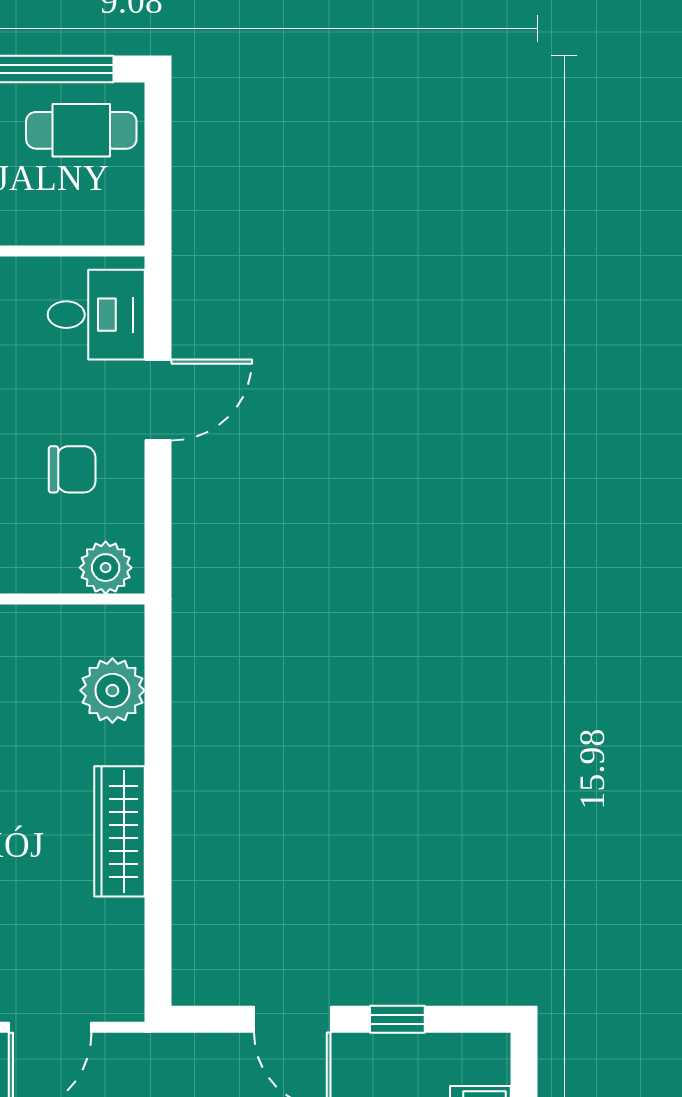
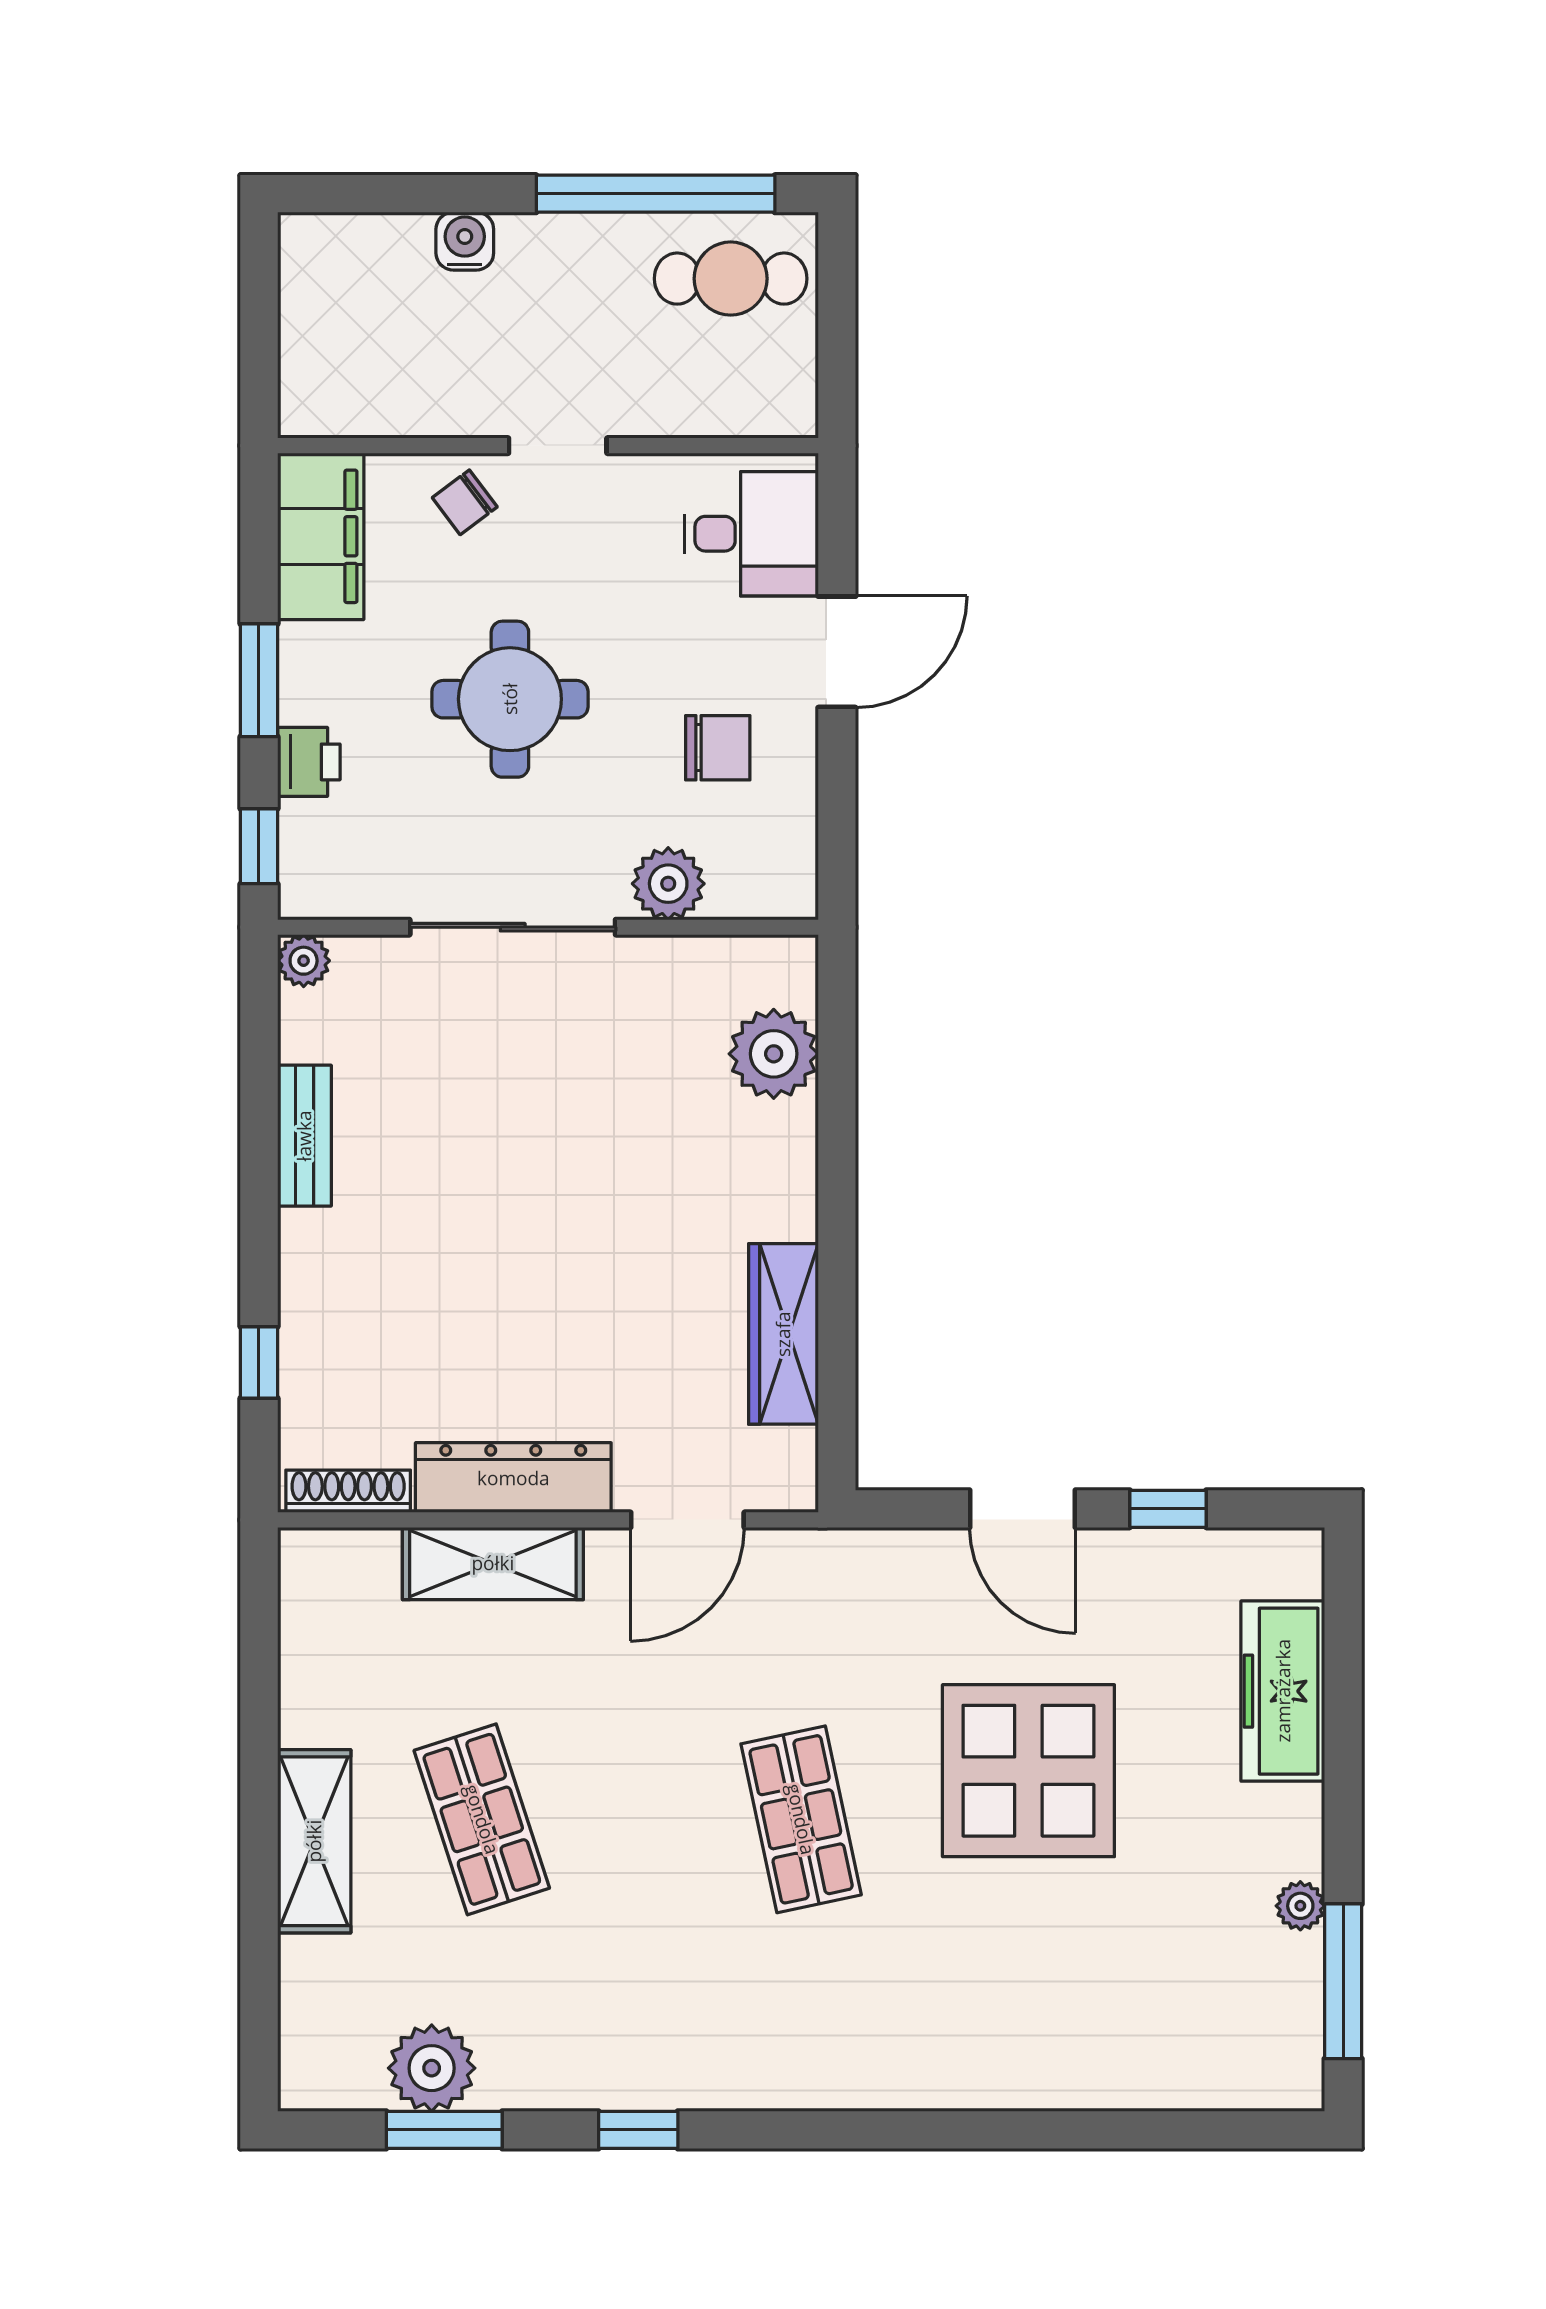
plant: (106, 568) -> (668, 884), moved
wardrobe: (119, 831) -> (783, 1334), moved

